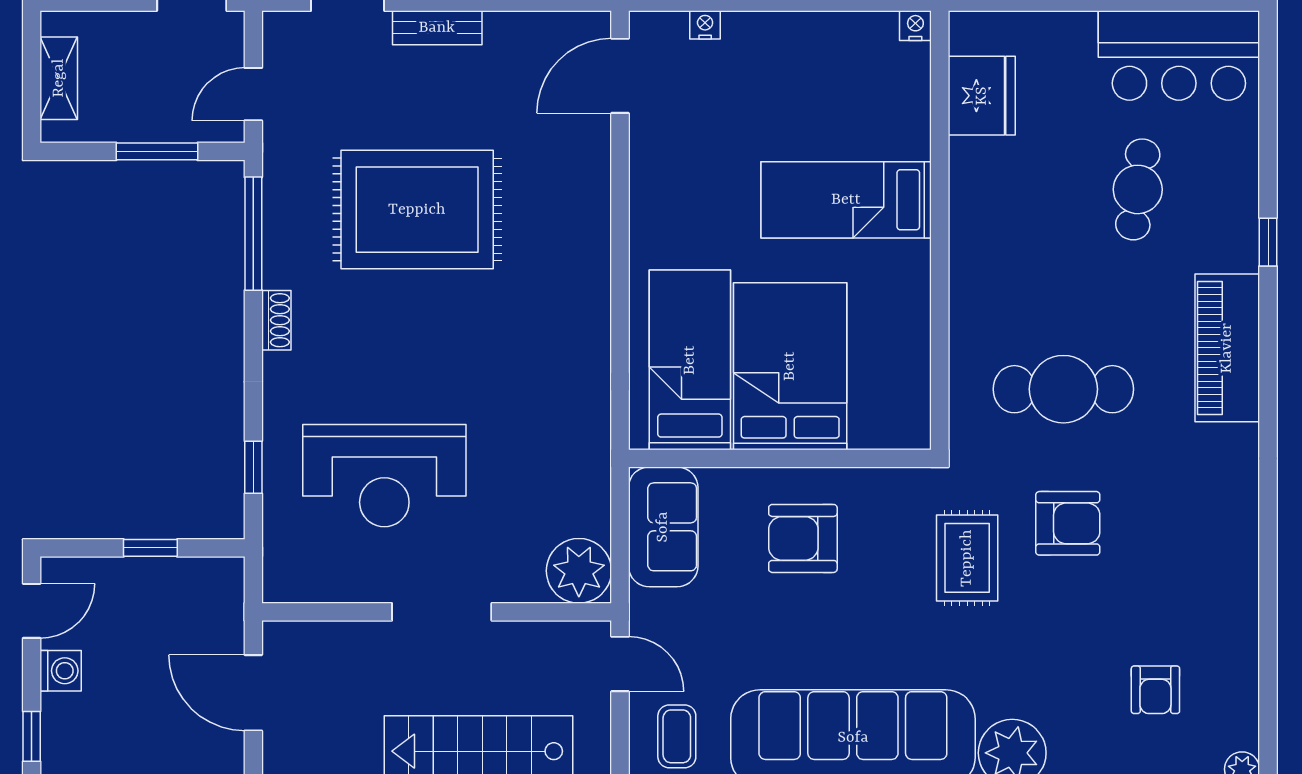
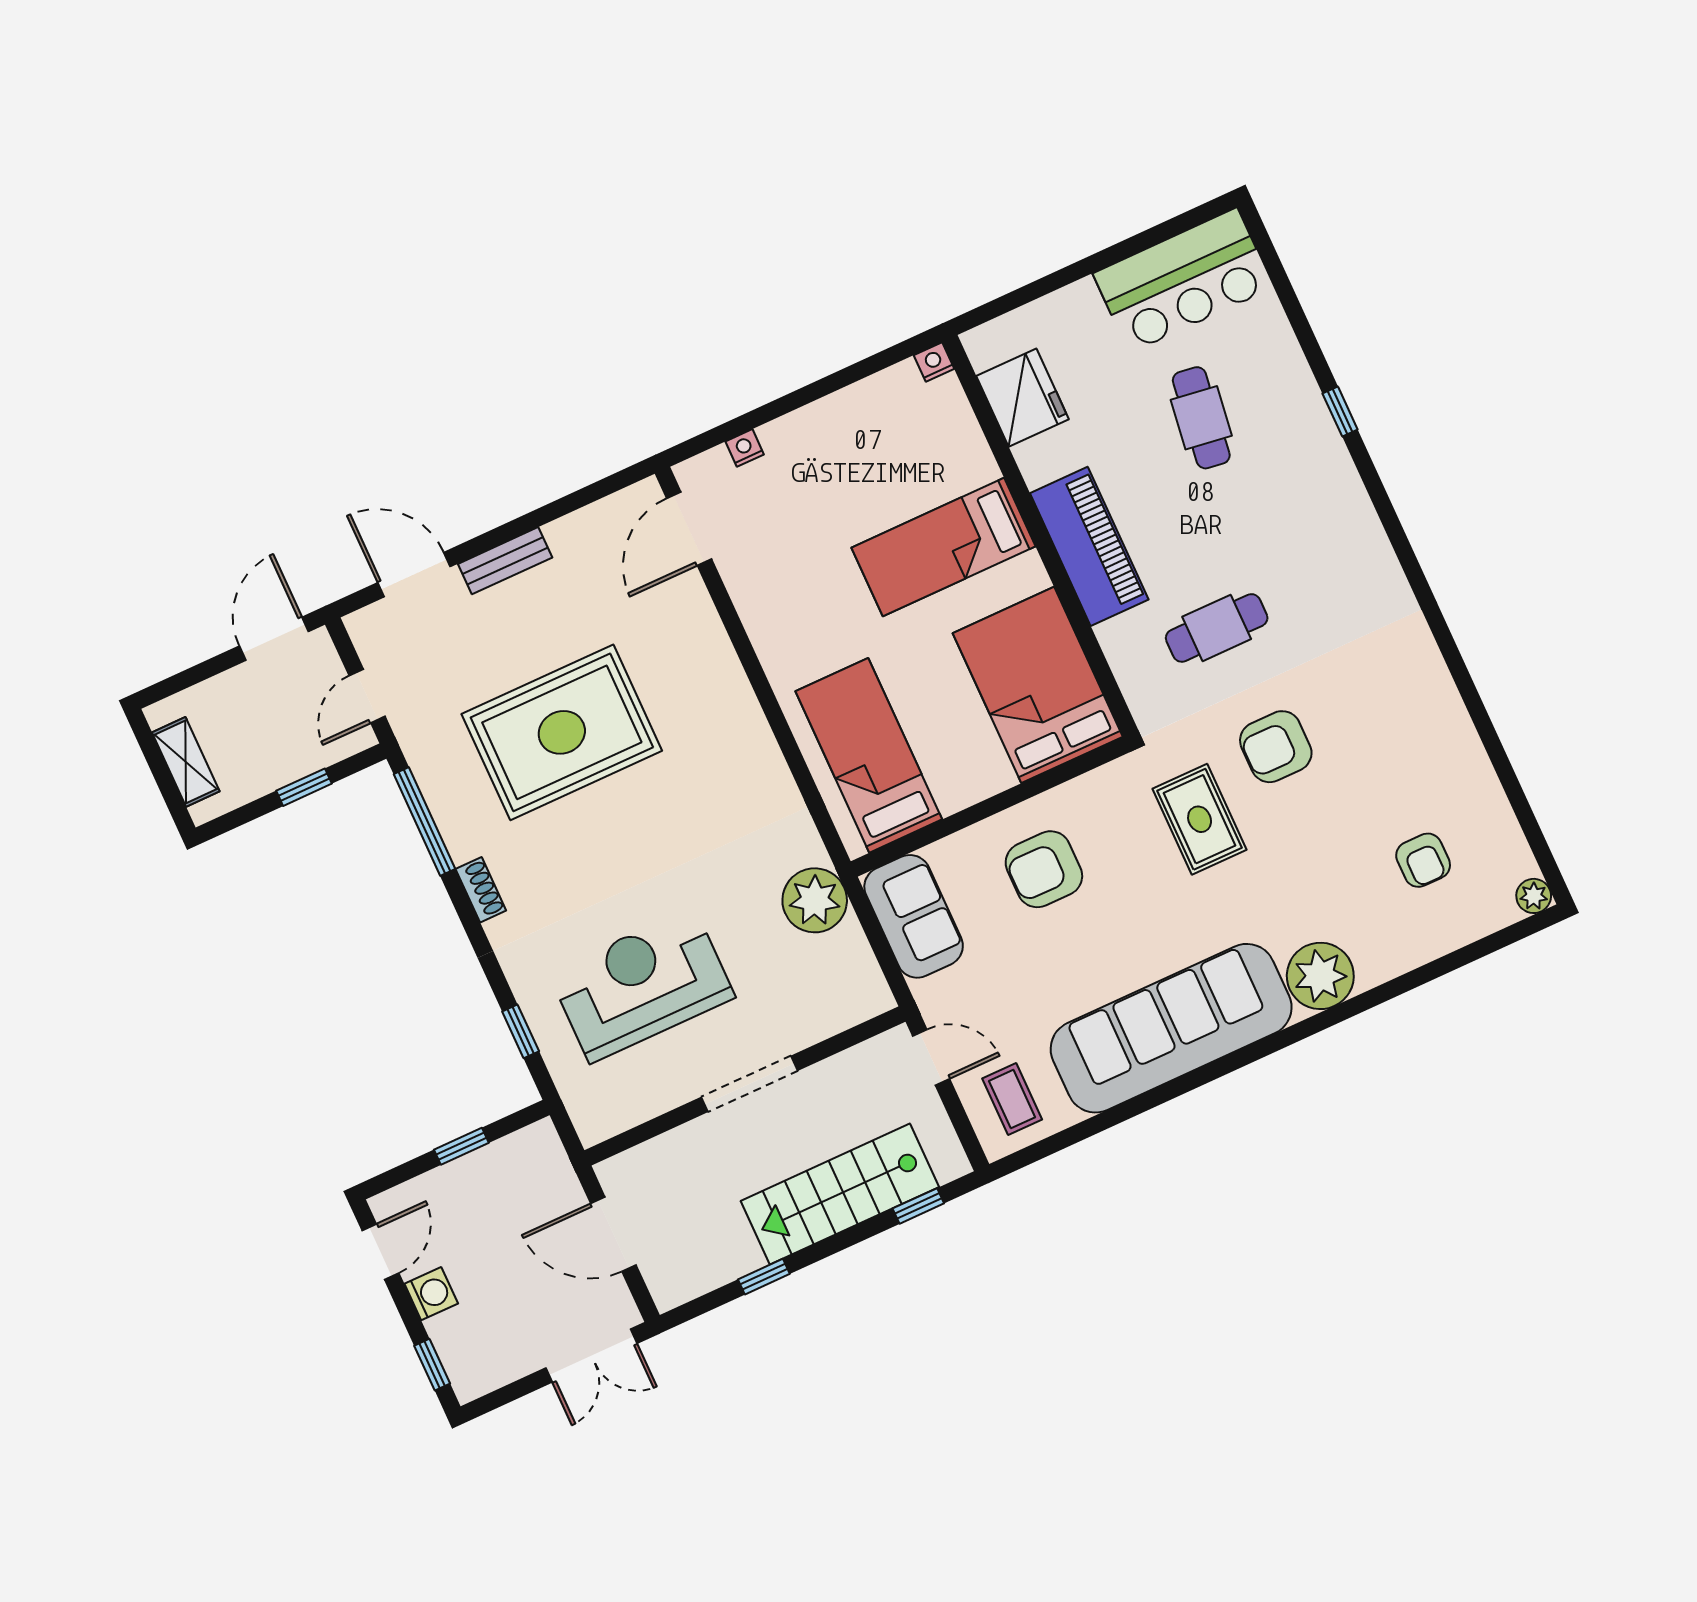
window: (157, 151) -> (304, 787), width x0.67
piano: (1227, 348) -> (1089, 546), moved, turned 180
bed: (790, 366) -> (1038, 685), moved
cafe table: (1063, 389) -> (1217, 628), width x0.73, depth x0.74
reception desk: (384, 476) -> (642, 985), turned 180
armchair: (1068, 523) -> (1276, 747), turned 180
plant: (579, 571) -> (815, 900), moved

